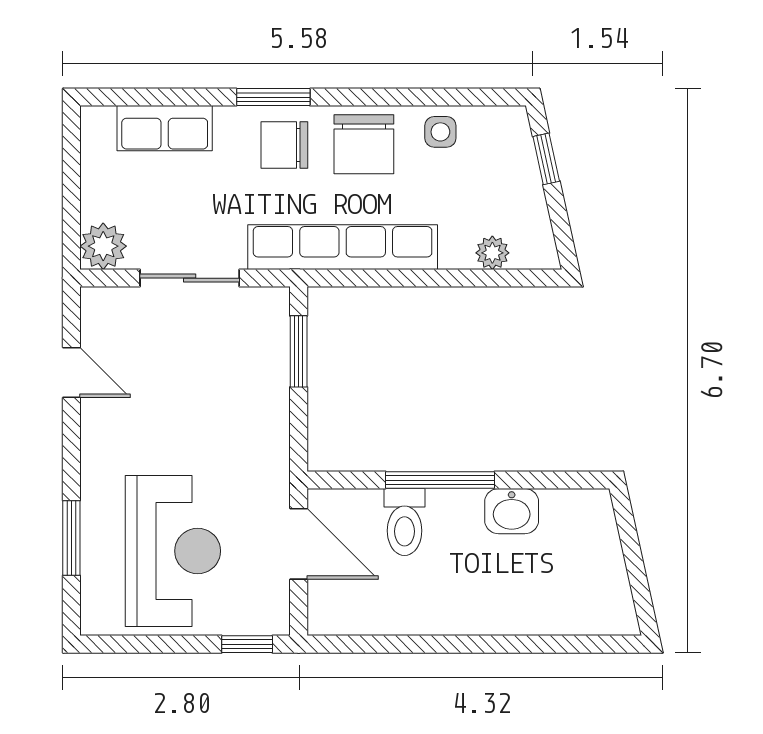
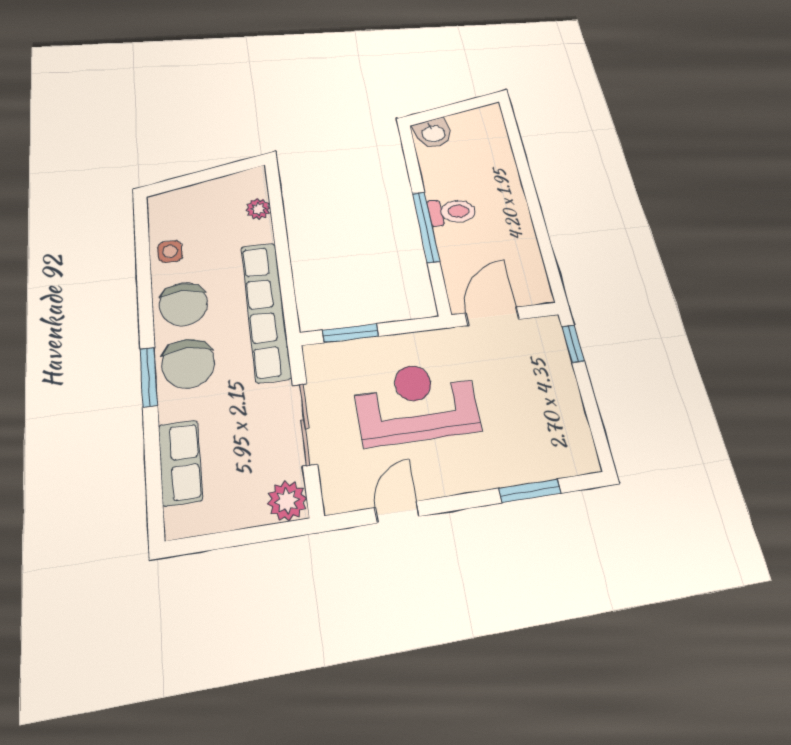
chair: (364, 144) -> (183, 304), turned 90
chair: (284, 145) -> (188, 363), width x1.37, depth x1.37
window: (546, 159) -> (186, 181), removed
washbasin: (512, 511) -> (433, 133), moved, turned 78
toilet: (405, 522) -> (452, 212), moved
reception desk: (173, 551) -> (416, 402), moved

